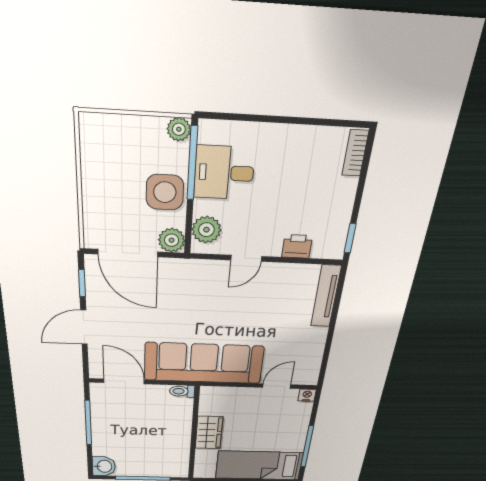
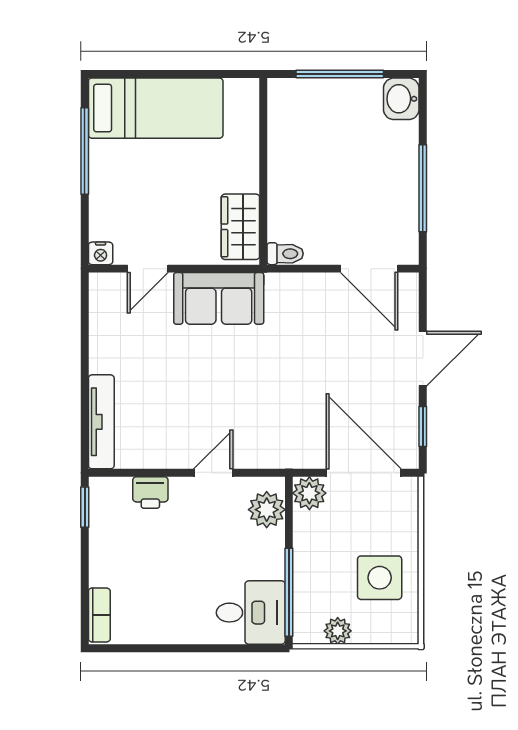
plant: (179, 129) -> (338, 631), moved
desk: (224, 173) -> (251, 613), moved
side table: (165, 192) -> (380, 578), moved
sofa: (204, 363) -> (219, 298), width x0.54, depth x0.79
wardrobe: (209, 433) -> (240, 227), moved

